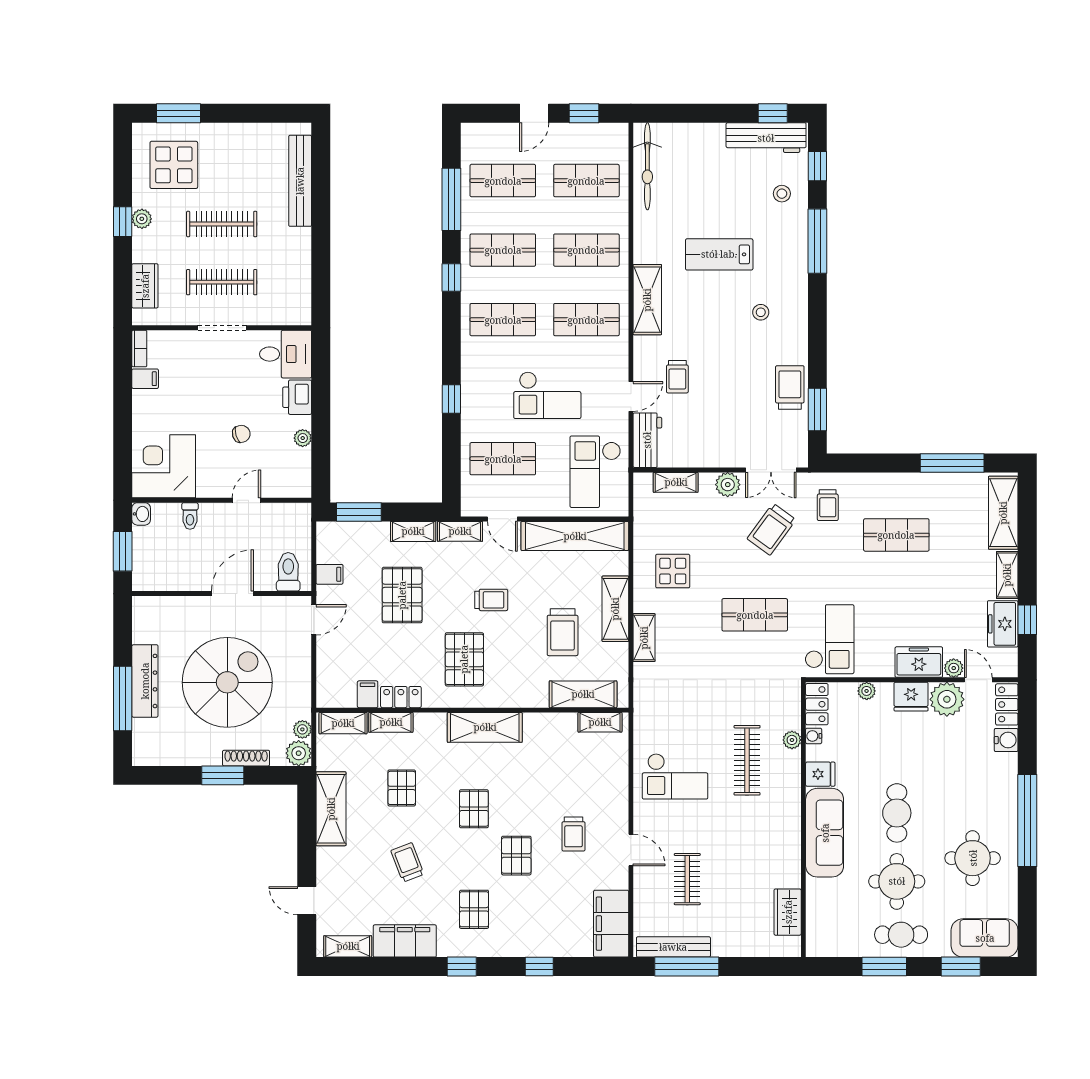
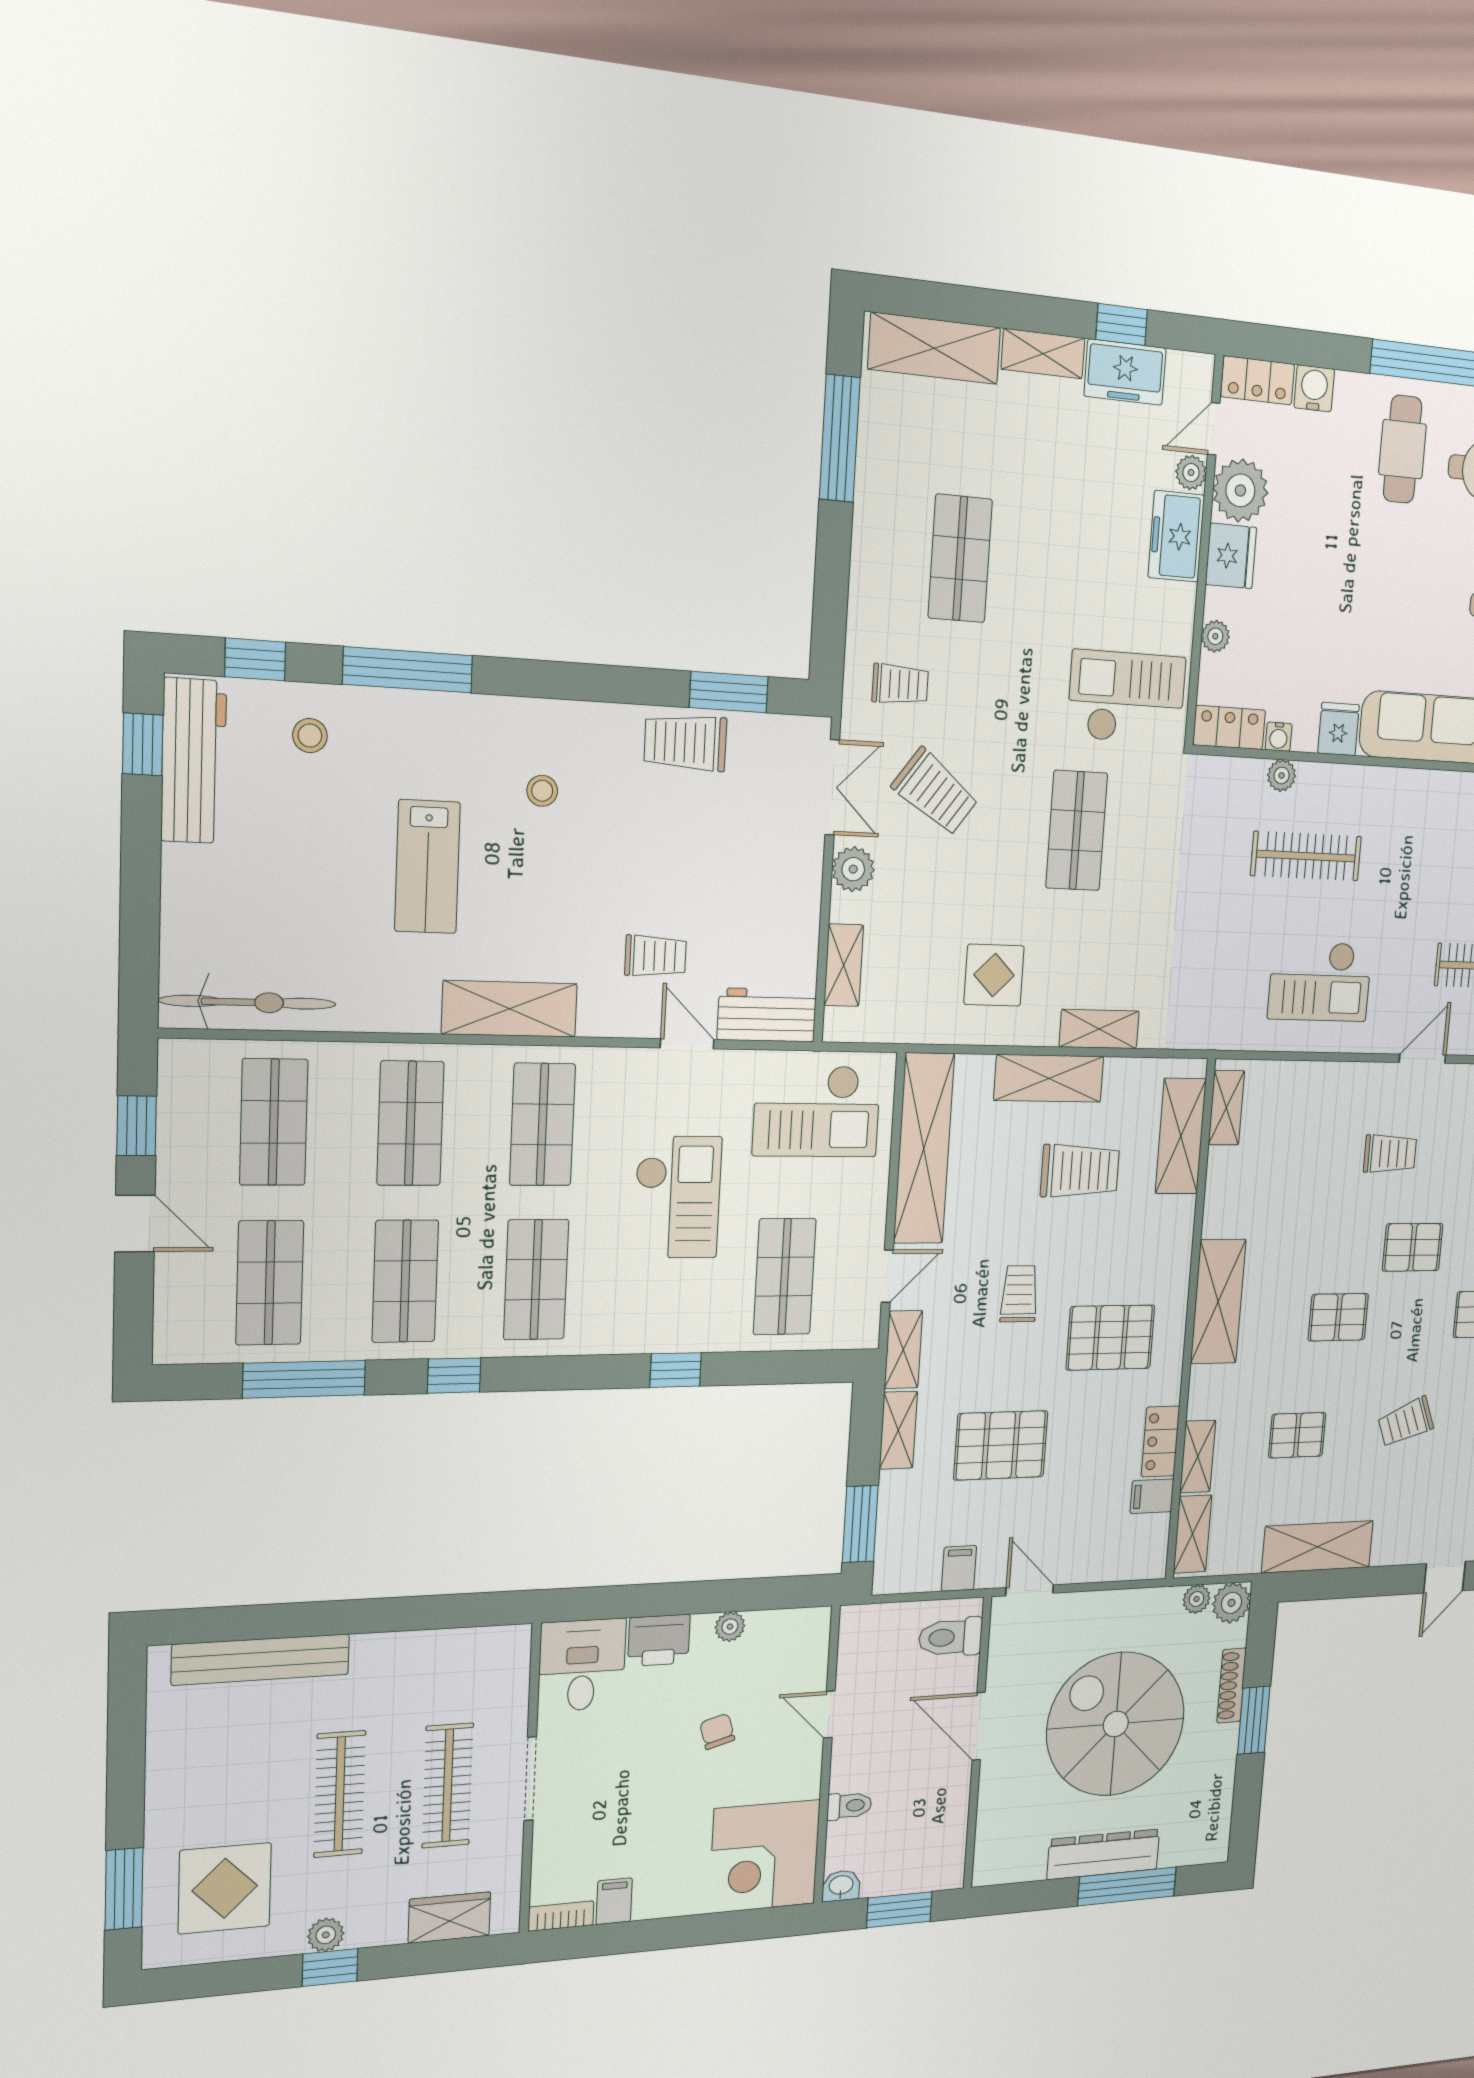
checkout: (675, 776) -> (1320, 981), turned 90
cafe table: (897, 813) -> (1403, 449), moved, turned 90

